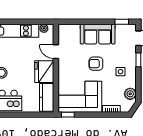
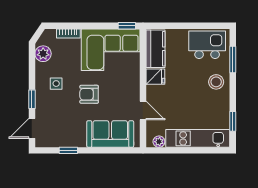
window: (122, 22) -> (68, 150), moved
sofa: (98, 34) -> (110, 134), moved
armchair: (96, 64) -> (89, 94), turned 180
fridge: (44, 72) -> (155, 77), width x0.53, depth x0.75

